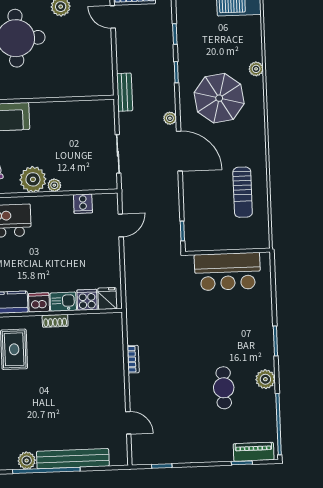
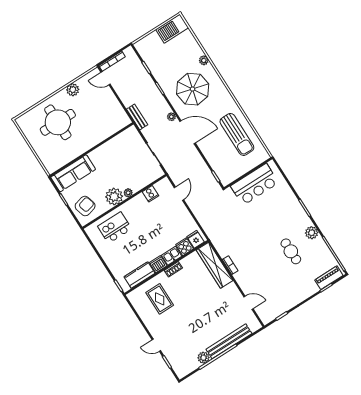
sun lounger: (243, 192) -> (237, 134), width x1.36, depth x1.34
wardrobe: (112, 347) -> (215, 265), added

